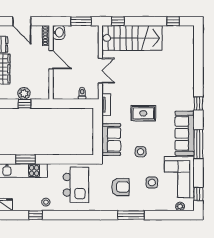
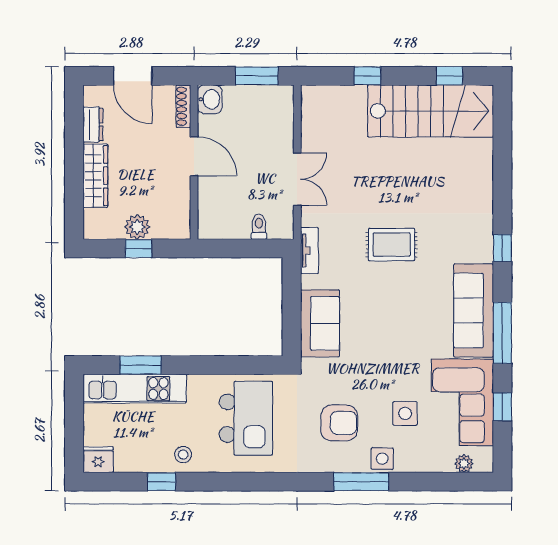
window: (118, 21) -> (367, 76), moved
stairs: (132, 38) -> (431, 111), moved
rug: (143, 113) -> (392, 245), moved
side table: (141, 152) -> (382, 459), moved
window: (198, 194) -> (502, 407), moved

